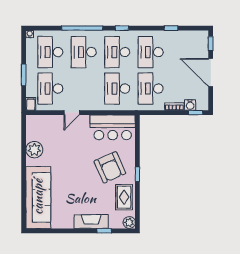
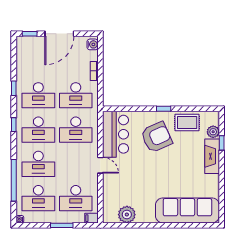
window: (82, 28) -> (14, 180), moved
window: (171, 28) -> (14, 88), moved
water cooler: (190, 105) -> (93, 44), moved
door: (72, 113) -> (100, 165), moved
window: (196, 113) -> (100, 49), removed
plant: (34, 150) -> (127, 215), moved
plant: (129, 223) -> (213, 132), moved

